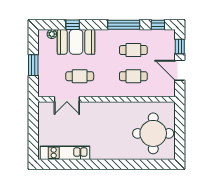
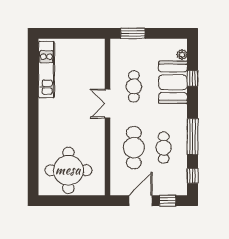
window: (33, 65) -> (133, 33), moved
cafe table: (133, 76) -> (134, 148), width x1.37, depth x1.35
double door: (67, 99) -> (108, 104), moved

